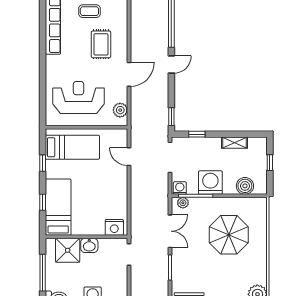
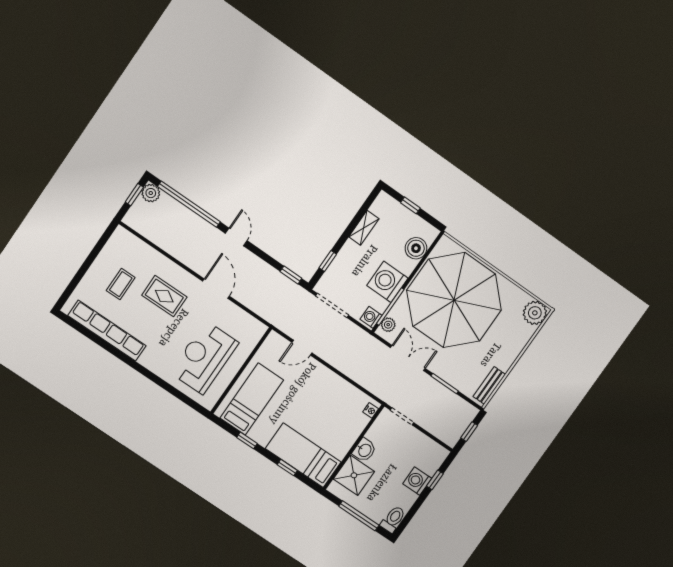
plant: (120, 110) -> (247, 323), removed
nightstand: (114, 227) -> (371, 410), width x0.53, depth x0.56
parasol: (229, 235) -> (454, 300), width x1.86, depth x1.86

